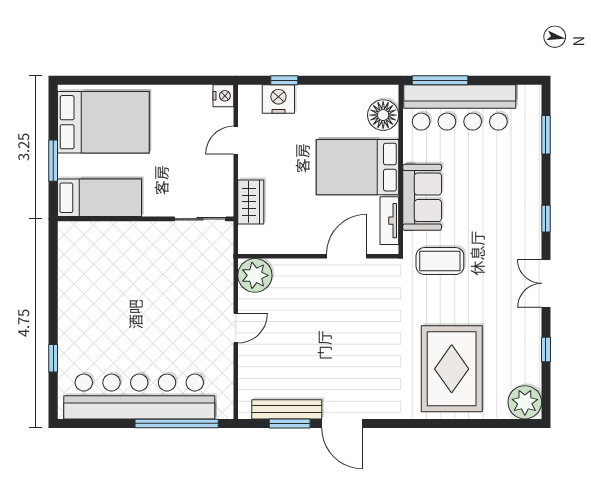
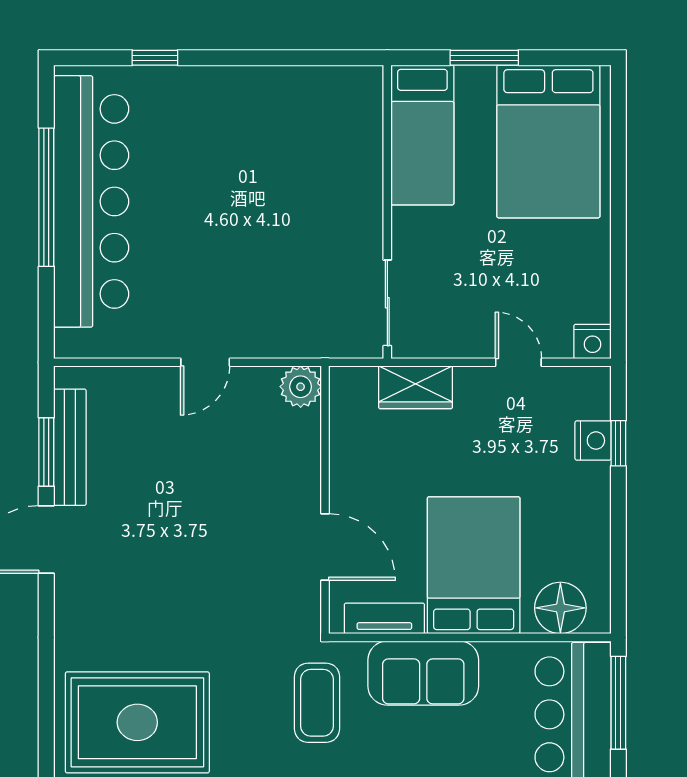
nightstand: (278, 99) -> (593, 441), width x0.74, depth x0.75
plant: (255, 275) -> (301, 387), width x0.73, depth x0.73
door: (236, 328) -> (205, 362), hinge flipped
window: (177, 423) -> (46, 197), moved

